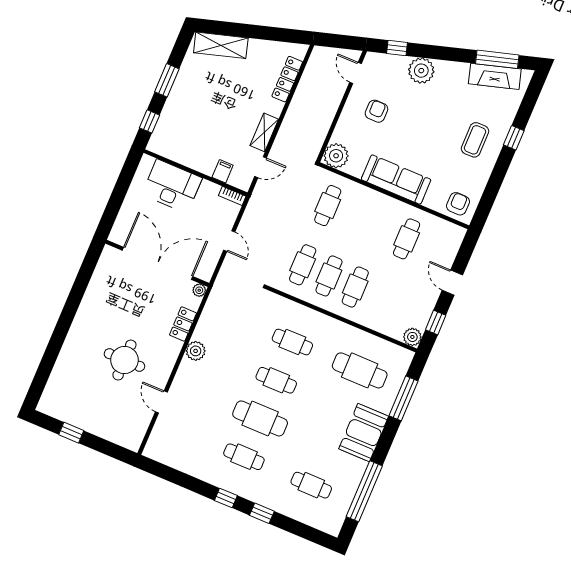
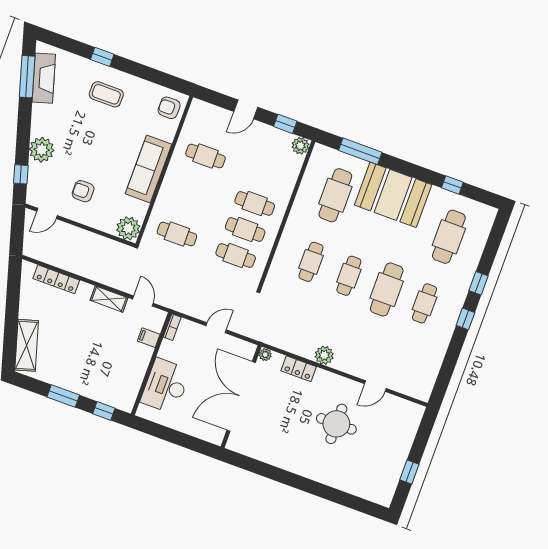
booth: (364, 433) -> (393, 195), width x1.36, depth x1.42
cafe table: (311, 485) -> (449, 237), width x1.37, depth x1.35
window: (364, 491) -> (452, 185), width x0.32

